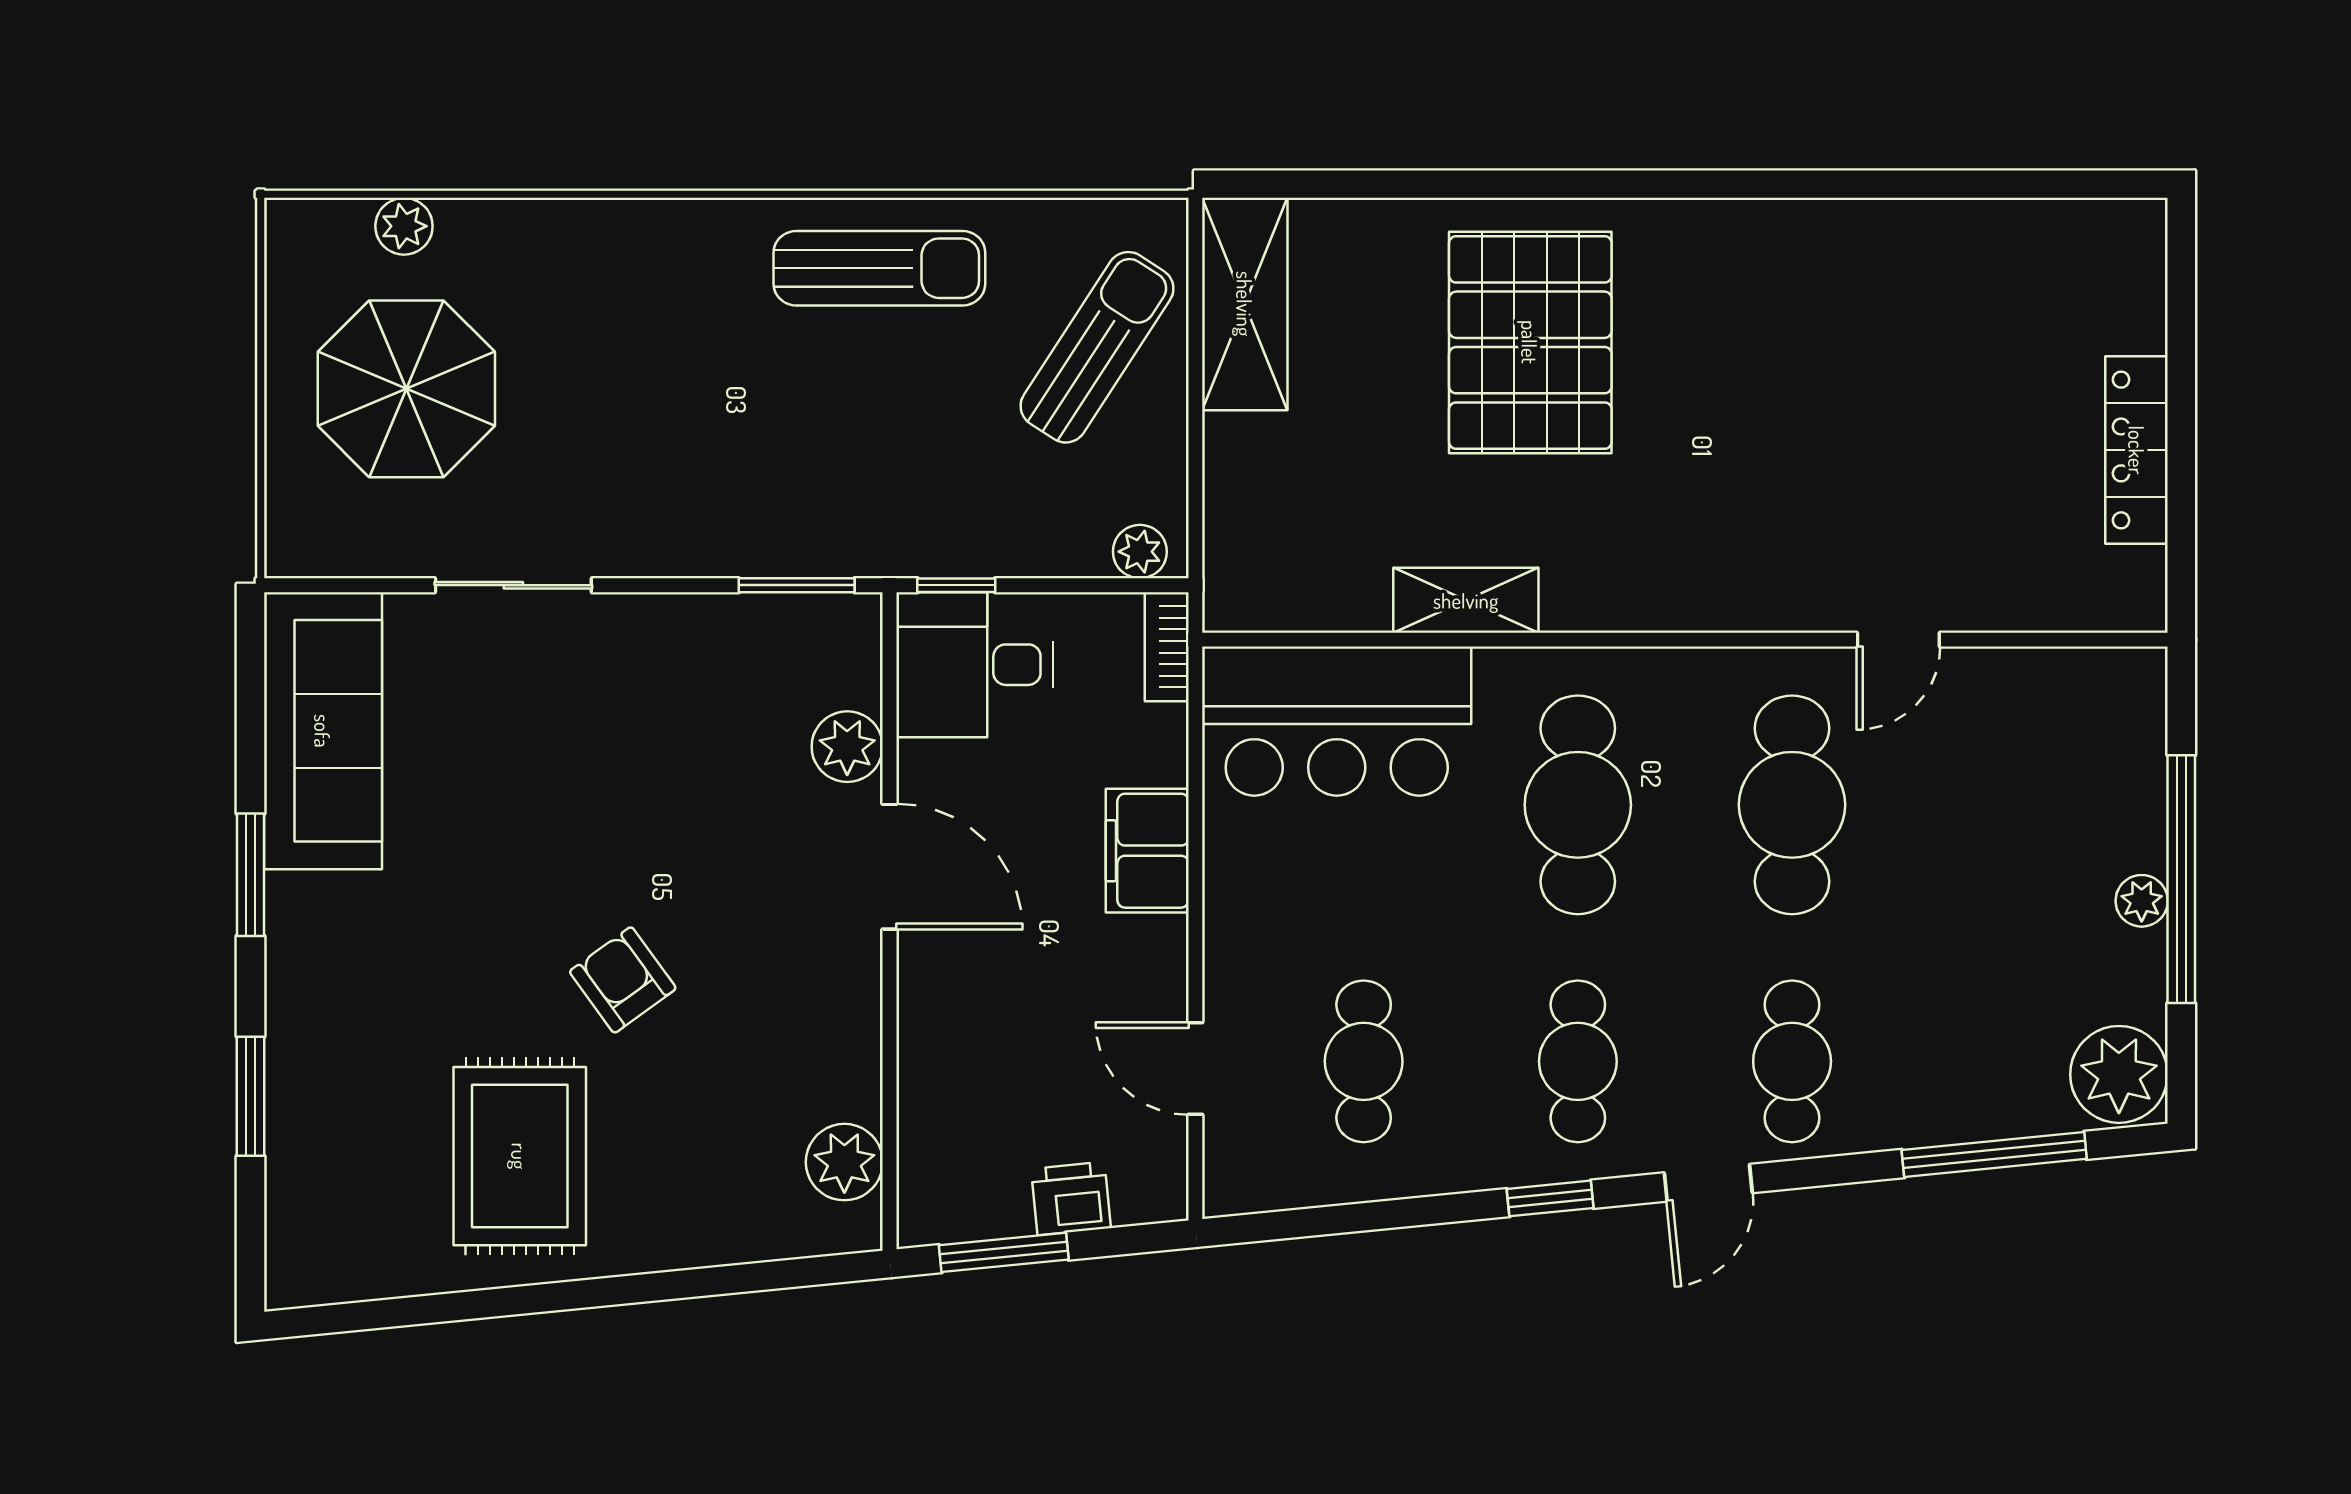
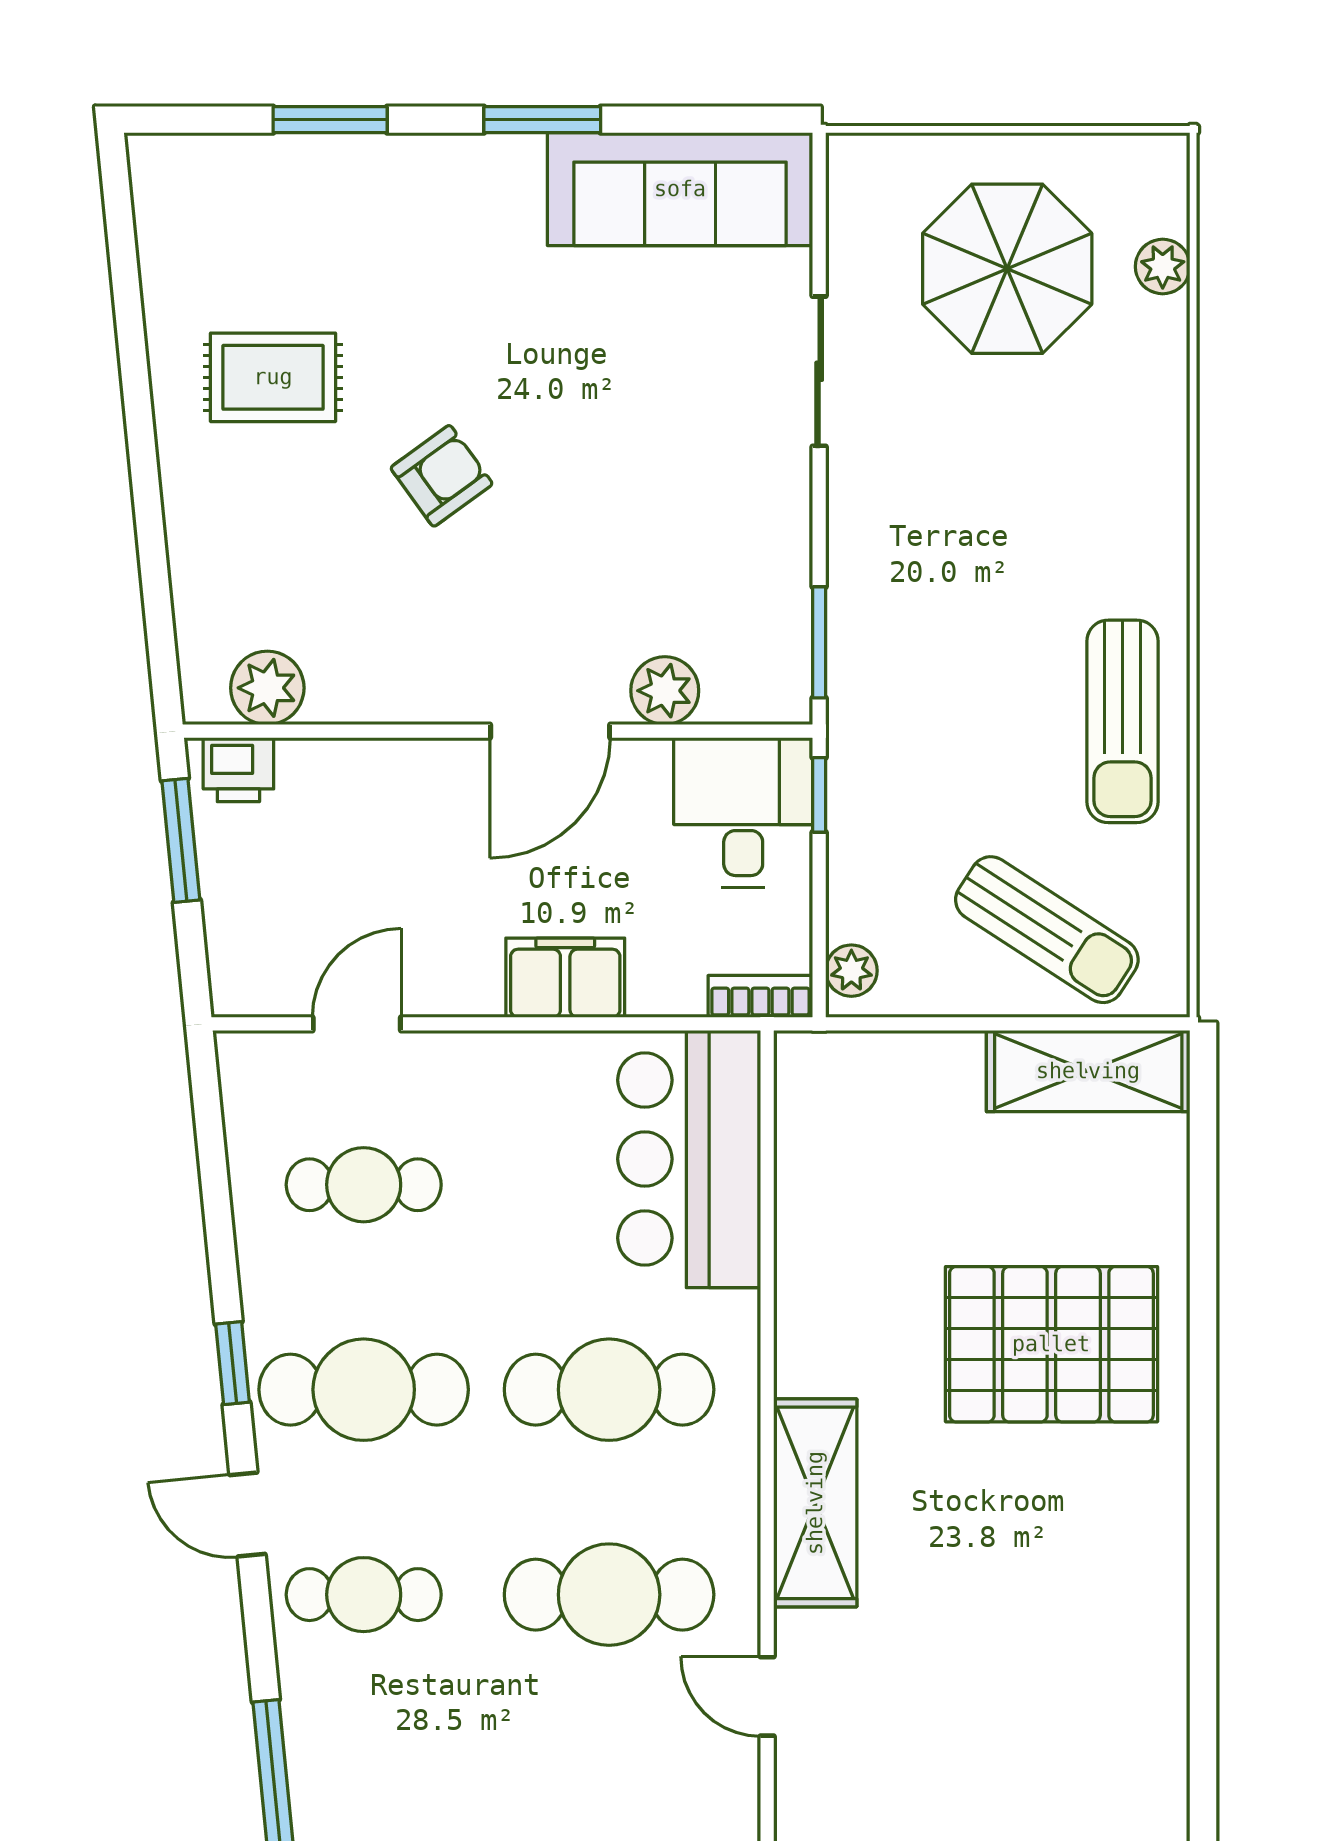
shelving: (1466, 600) -> (815, 1503), moved, width x1.50, depth x1.33
cafe table: (1578, 1061) -> (364, 1390), width x1.37, depth x1.35
rug: (520, 1156) -> (273, 377), width x0.73, depth x0.70
printer: (1071, 1198) -> (238, 770), moved, turned 96

